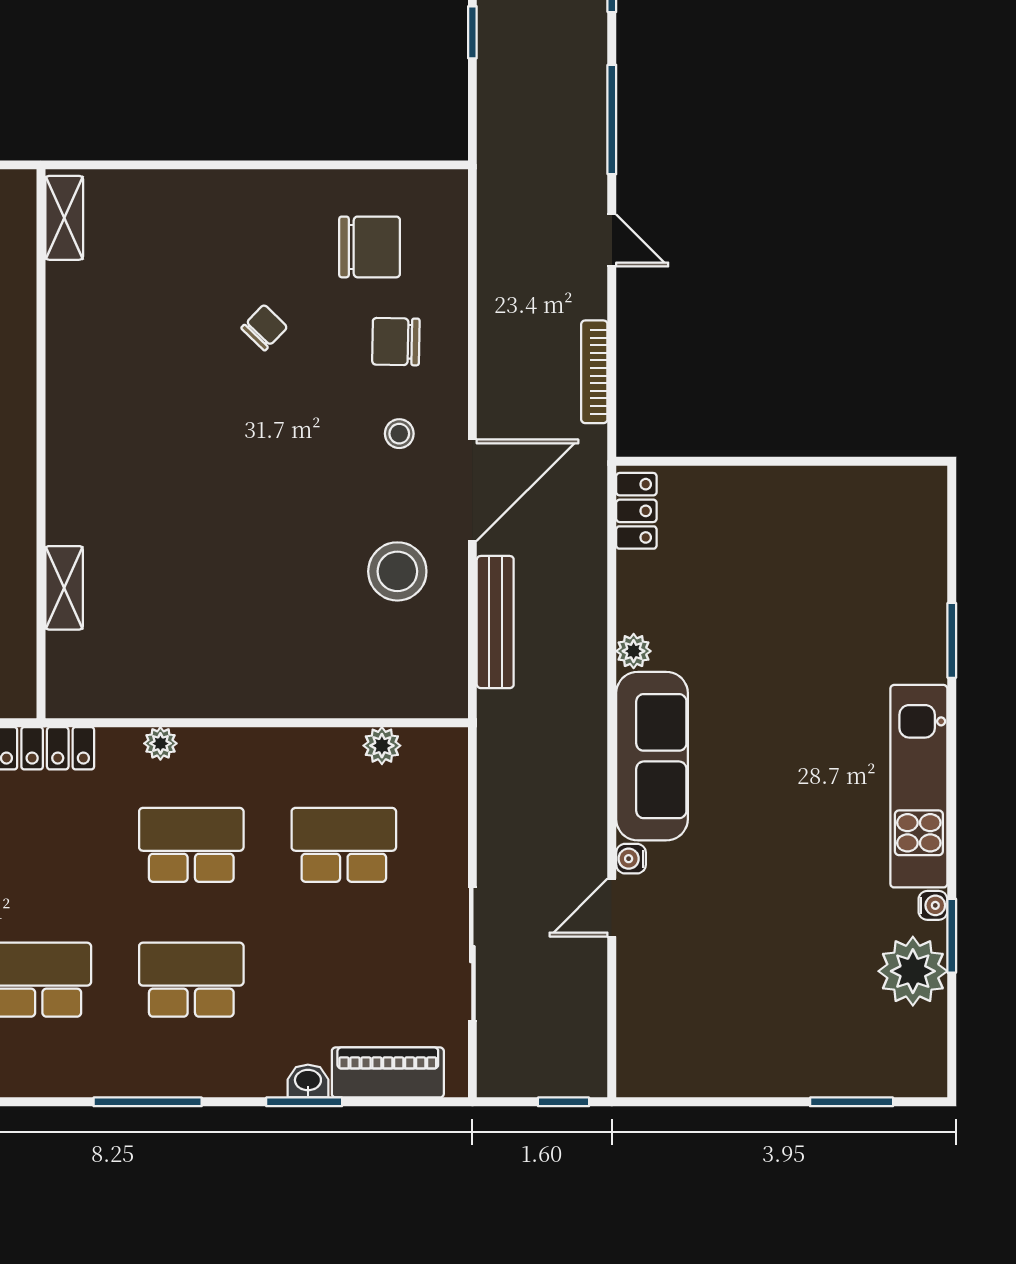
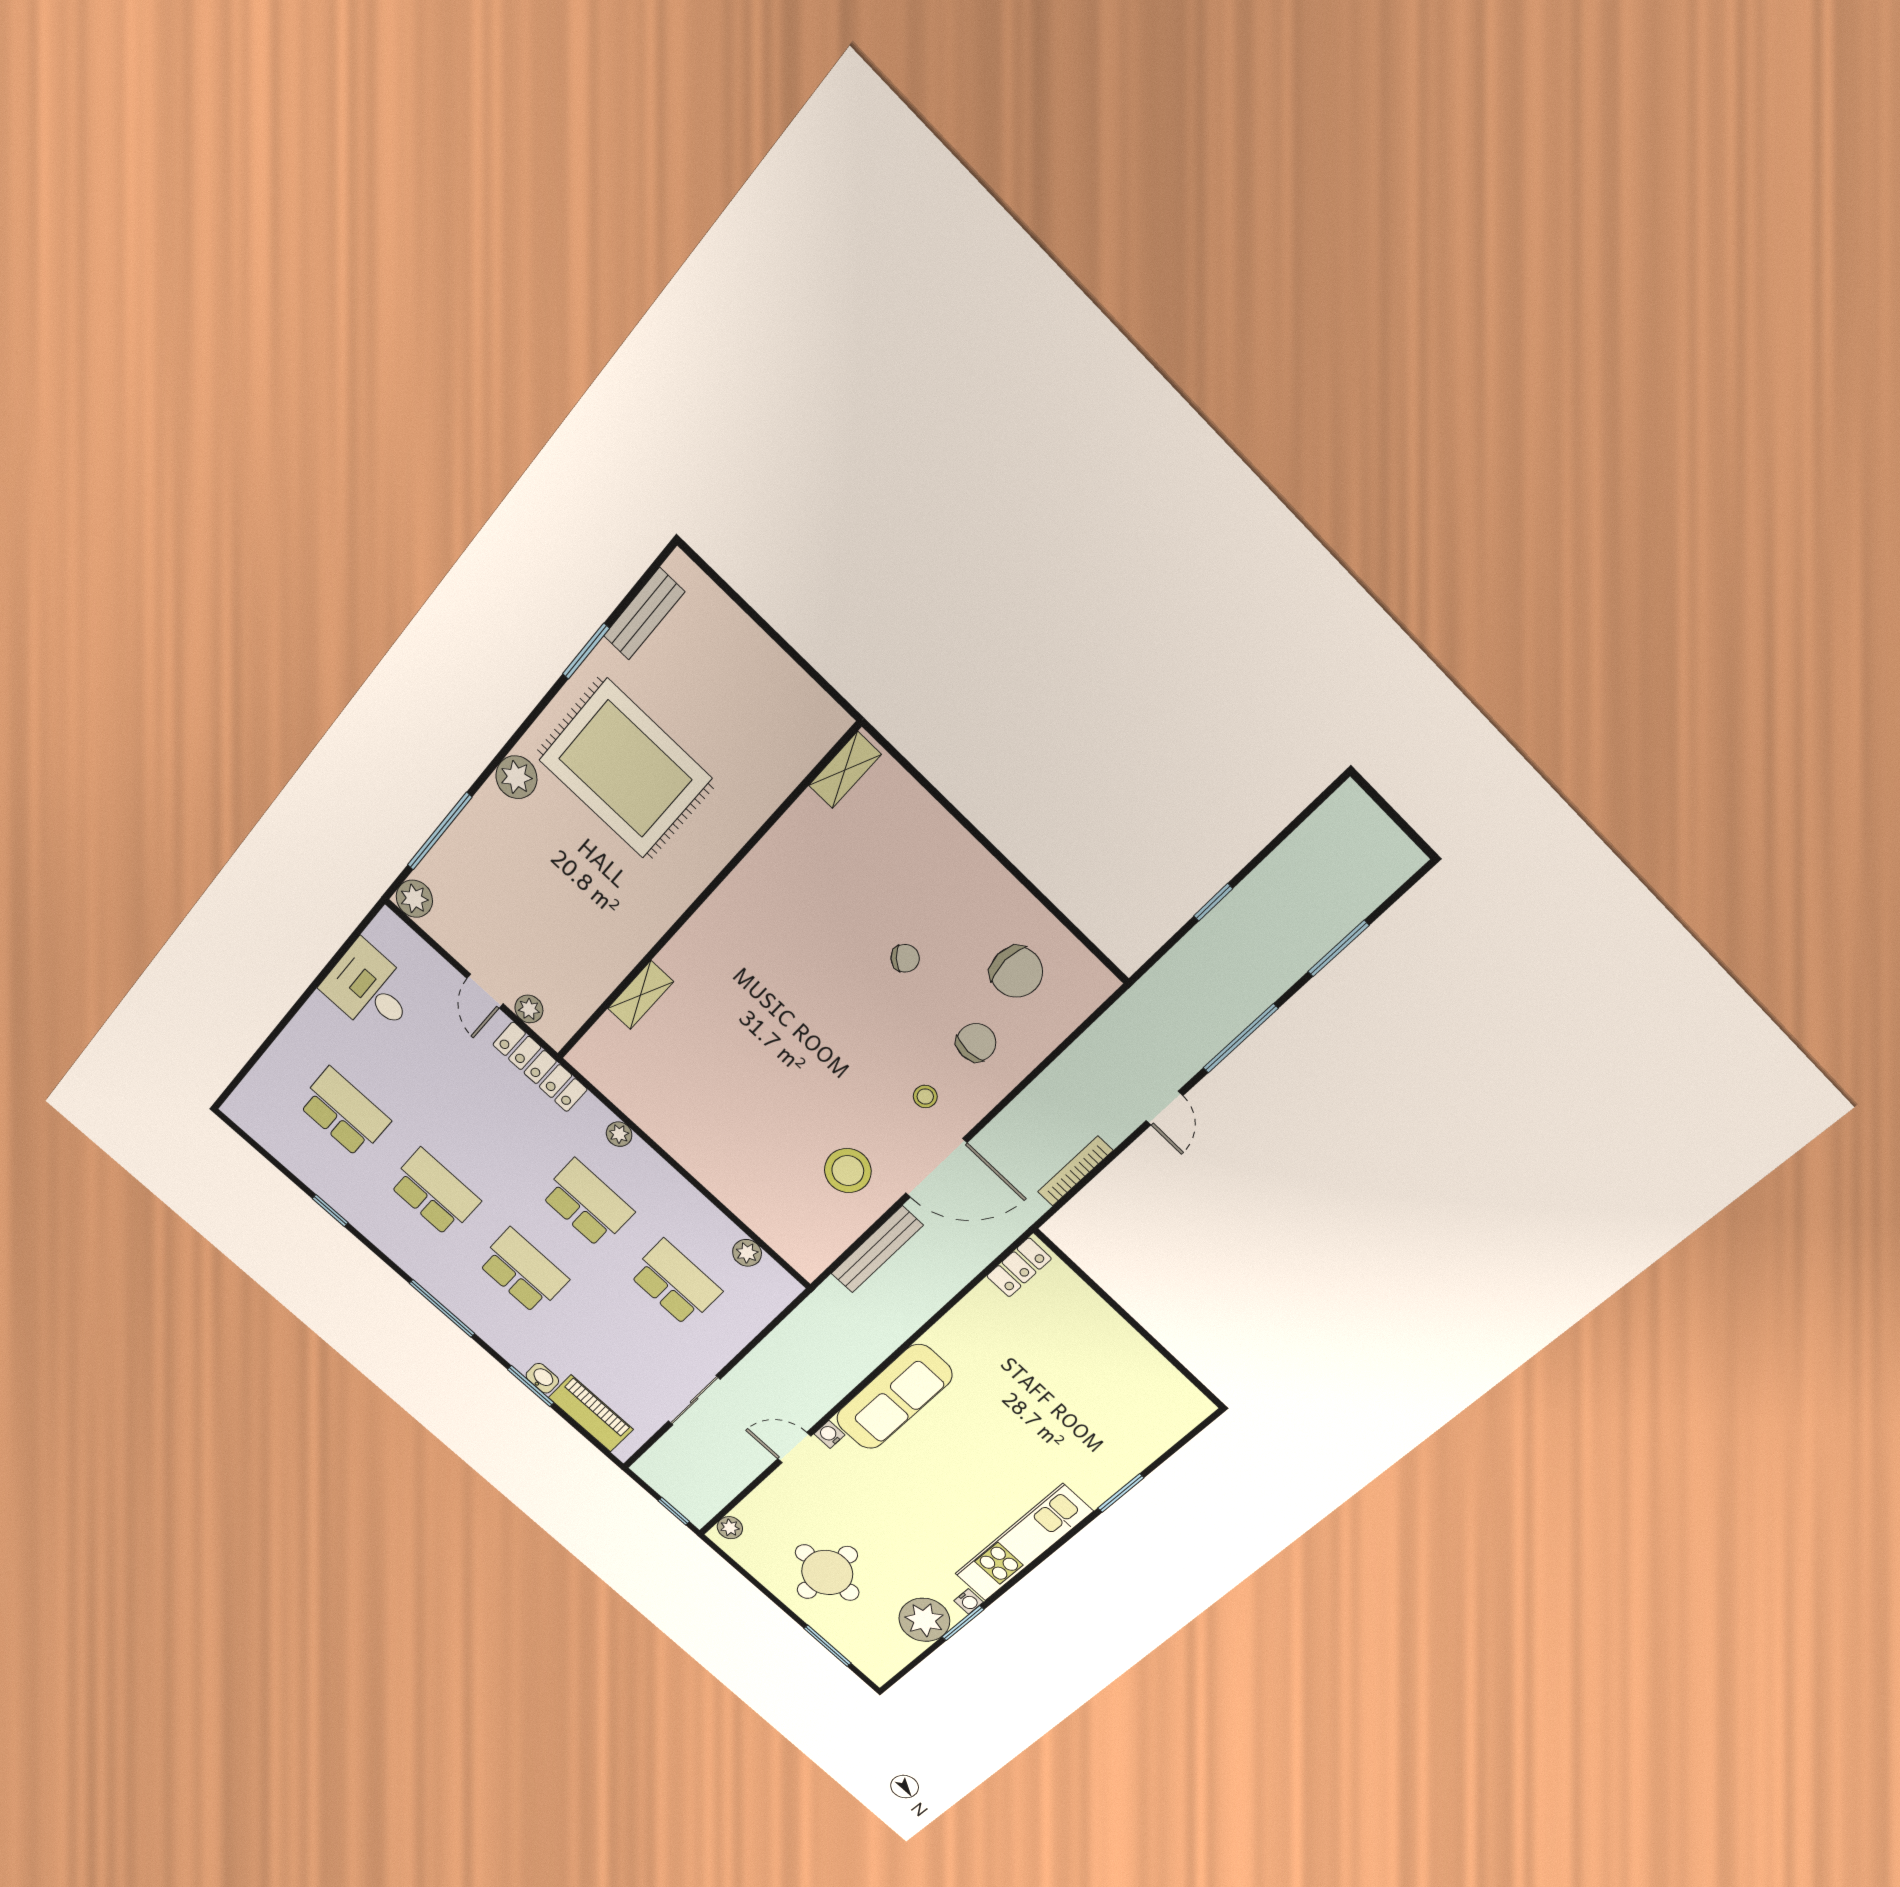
chair: (396, 342) -> (976, 1042), turned 89
plant: (634, 651) -> (730, 1528), moved
sliding door: (472, 954) -> (694, 1400), width x0.73
round table: (772, 1016) -> (827, 1573), added

